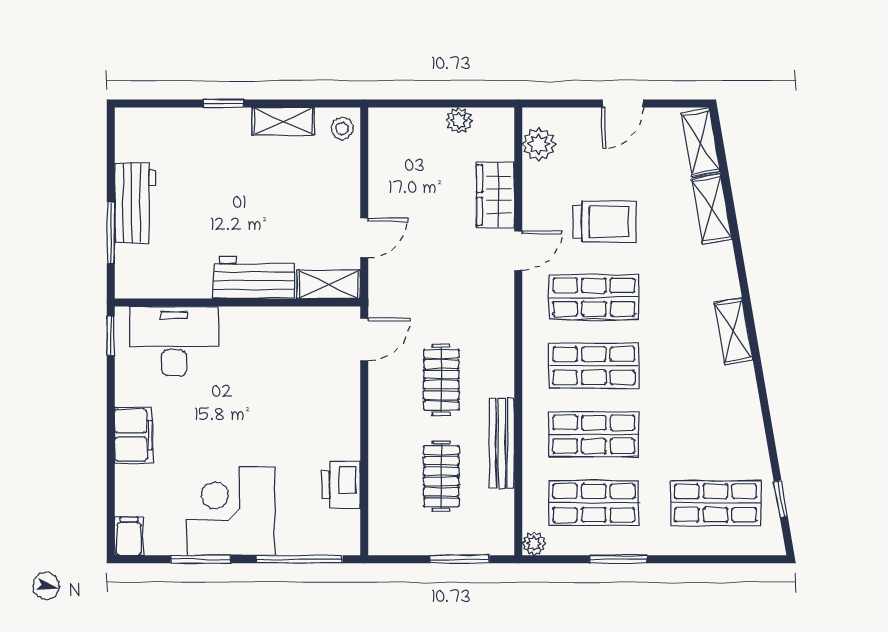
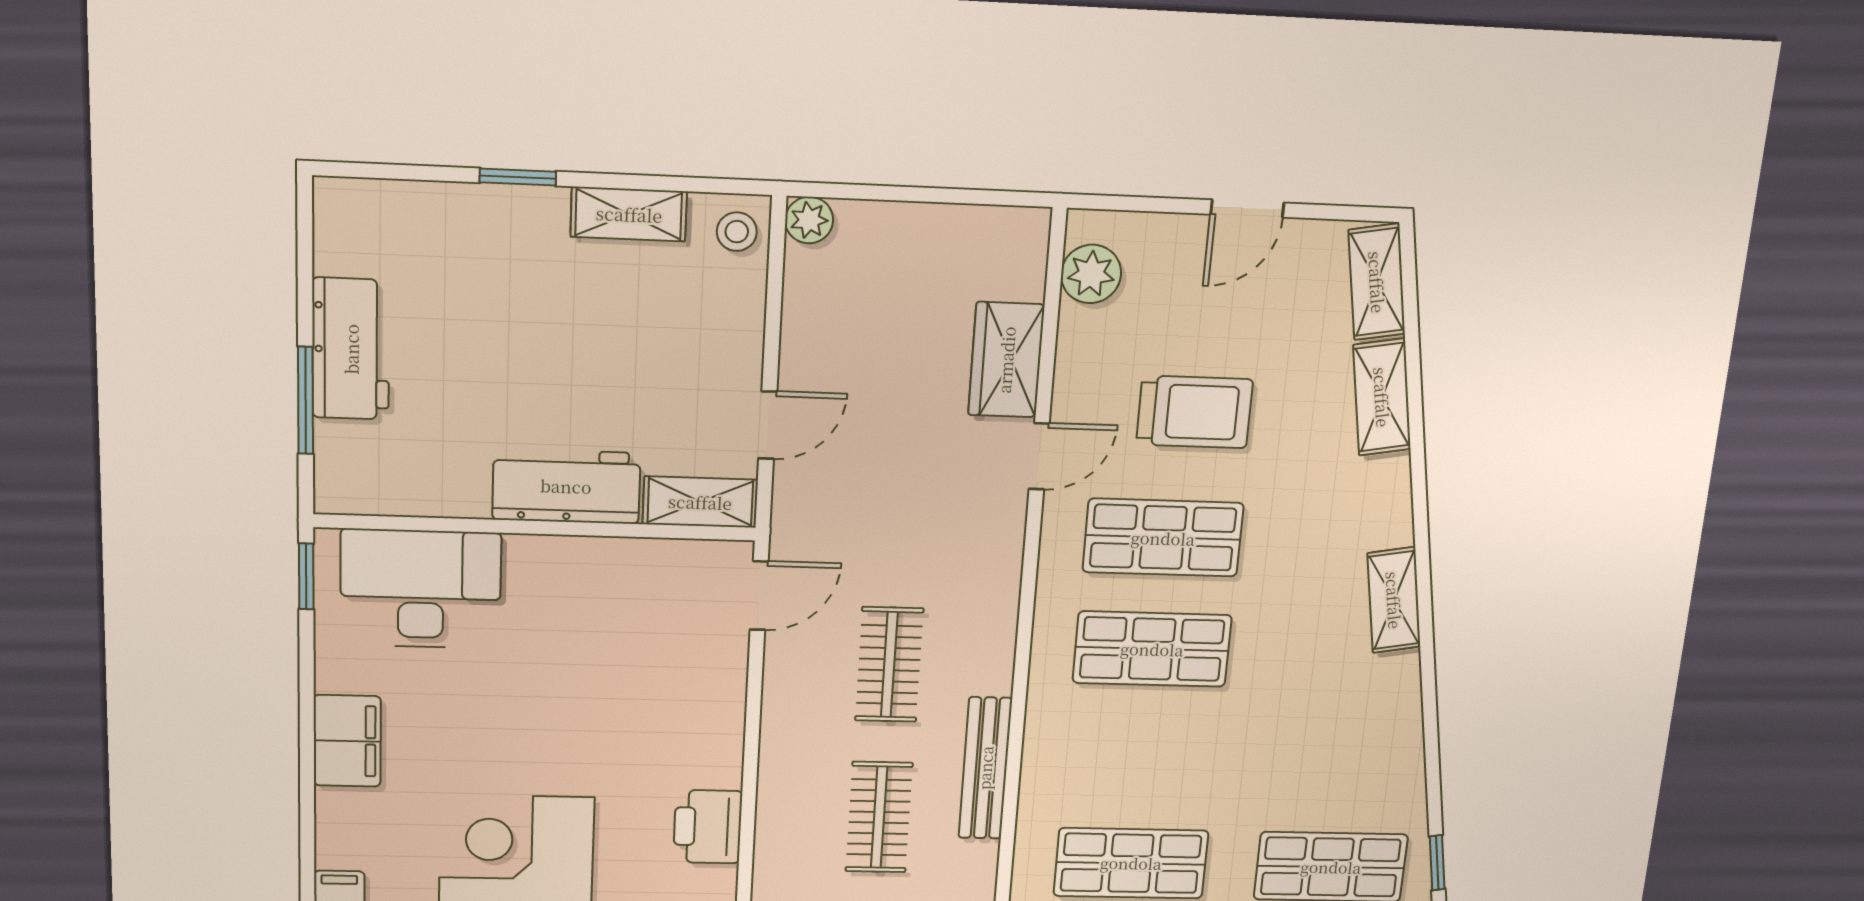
plant: (459, 120) -> (809, 220), moved
shop shelf: (594, 434) -> (1141, 758), removed

